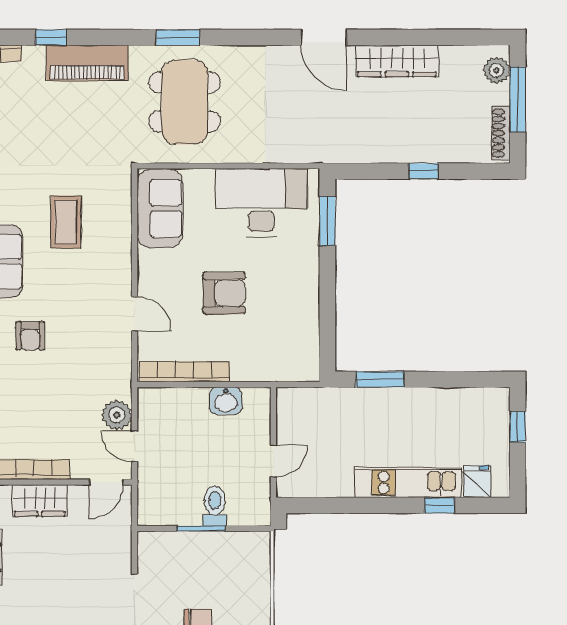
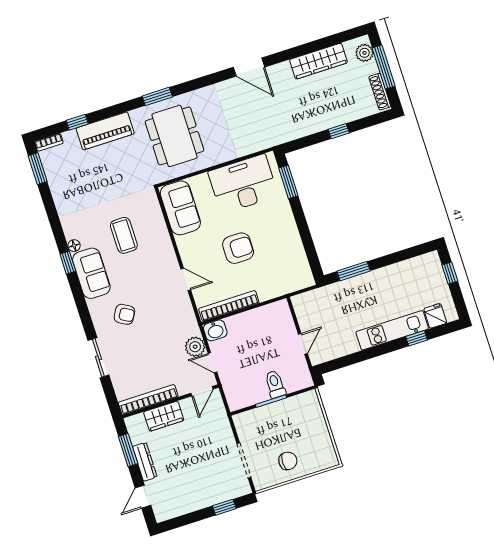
wardrobe: (397, 61) -> (318, 61), moved
armchair: (30, 336) -> (124, 314), turned -60
washbasin: (226, 401) -> (215, 330), moved

